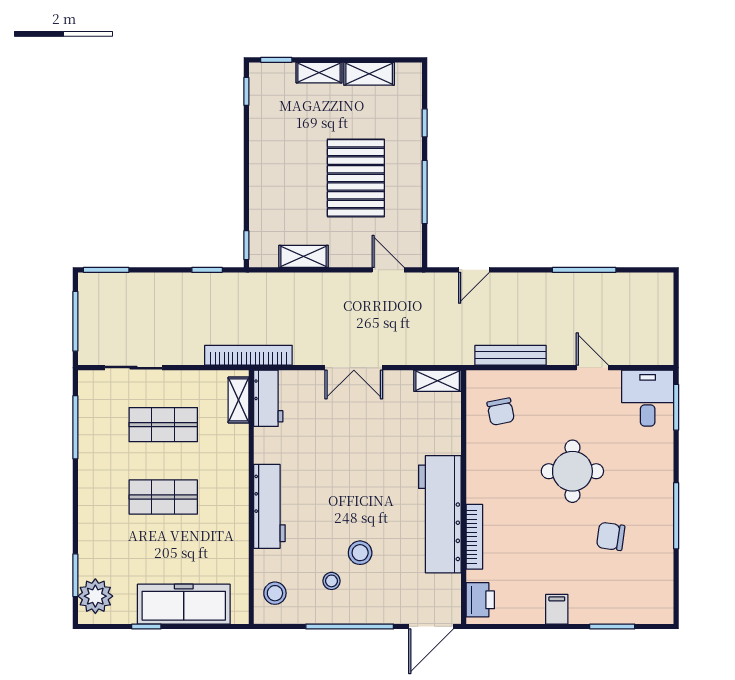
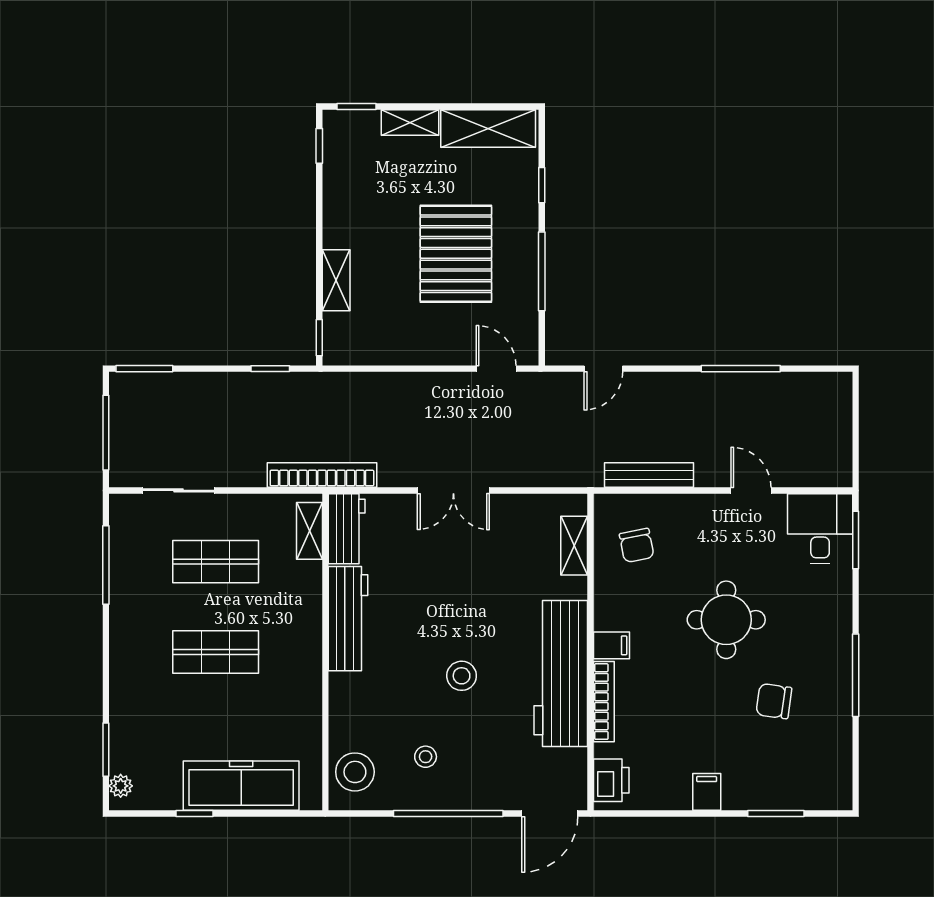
shelving: (369, 74) -> (488, 128), width x1.50, depth x1.33
shelving: (304, 256) -> (336, 280), moved, turned 90
shelving: (438, 381) -> (574, 546), moved, turned 90
filing cabinet: (480, 492) -> (611, 645), added
workbench: (269, 506) -> (348, 619), moved
stool: (360, 553) -> (462, 676), moved
stool: (275, 593) -> (355, 772), width x1.38, depth x1.38
plant: (95, 596) -> (121, 786), width x0.53, depth x0.53

